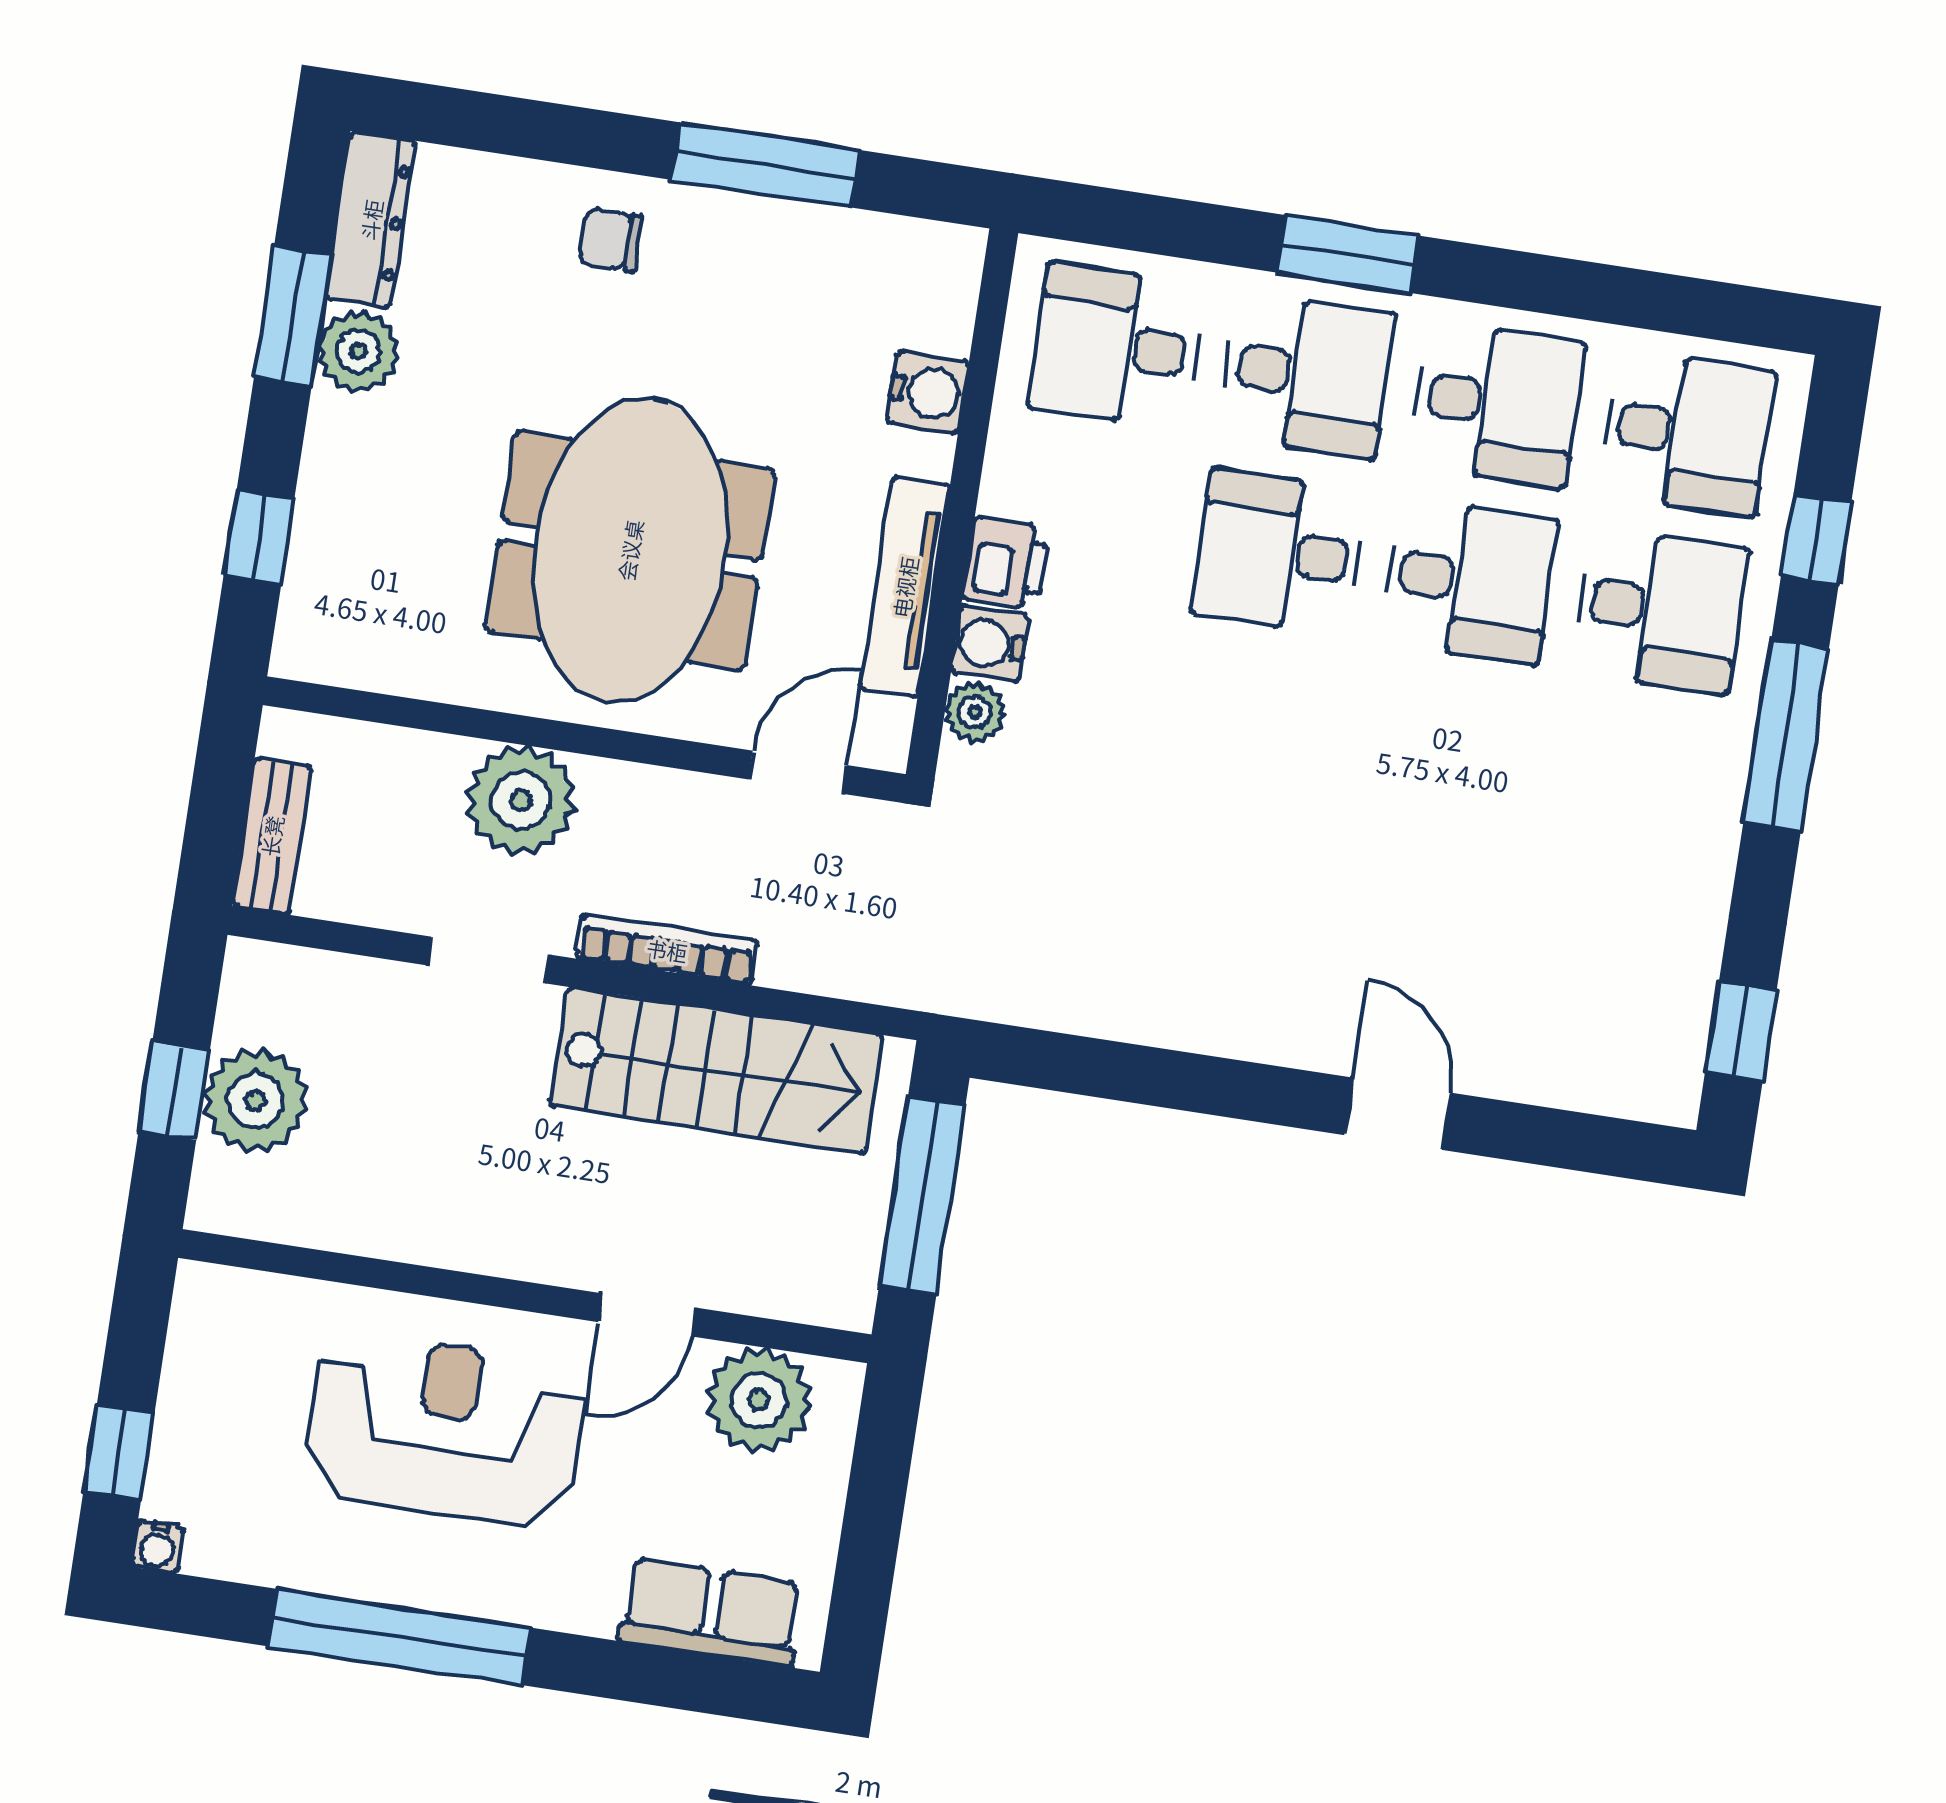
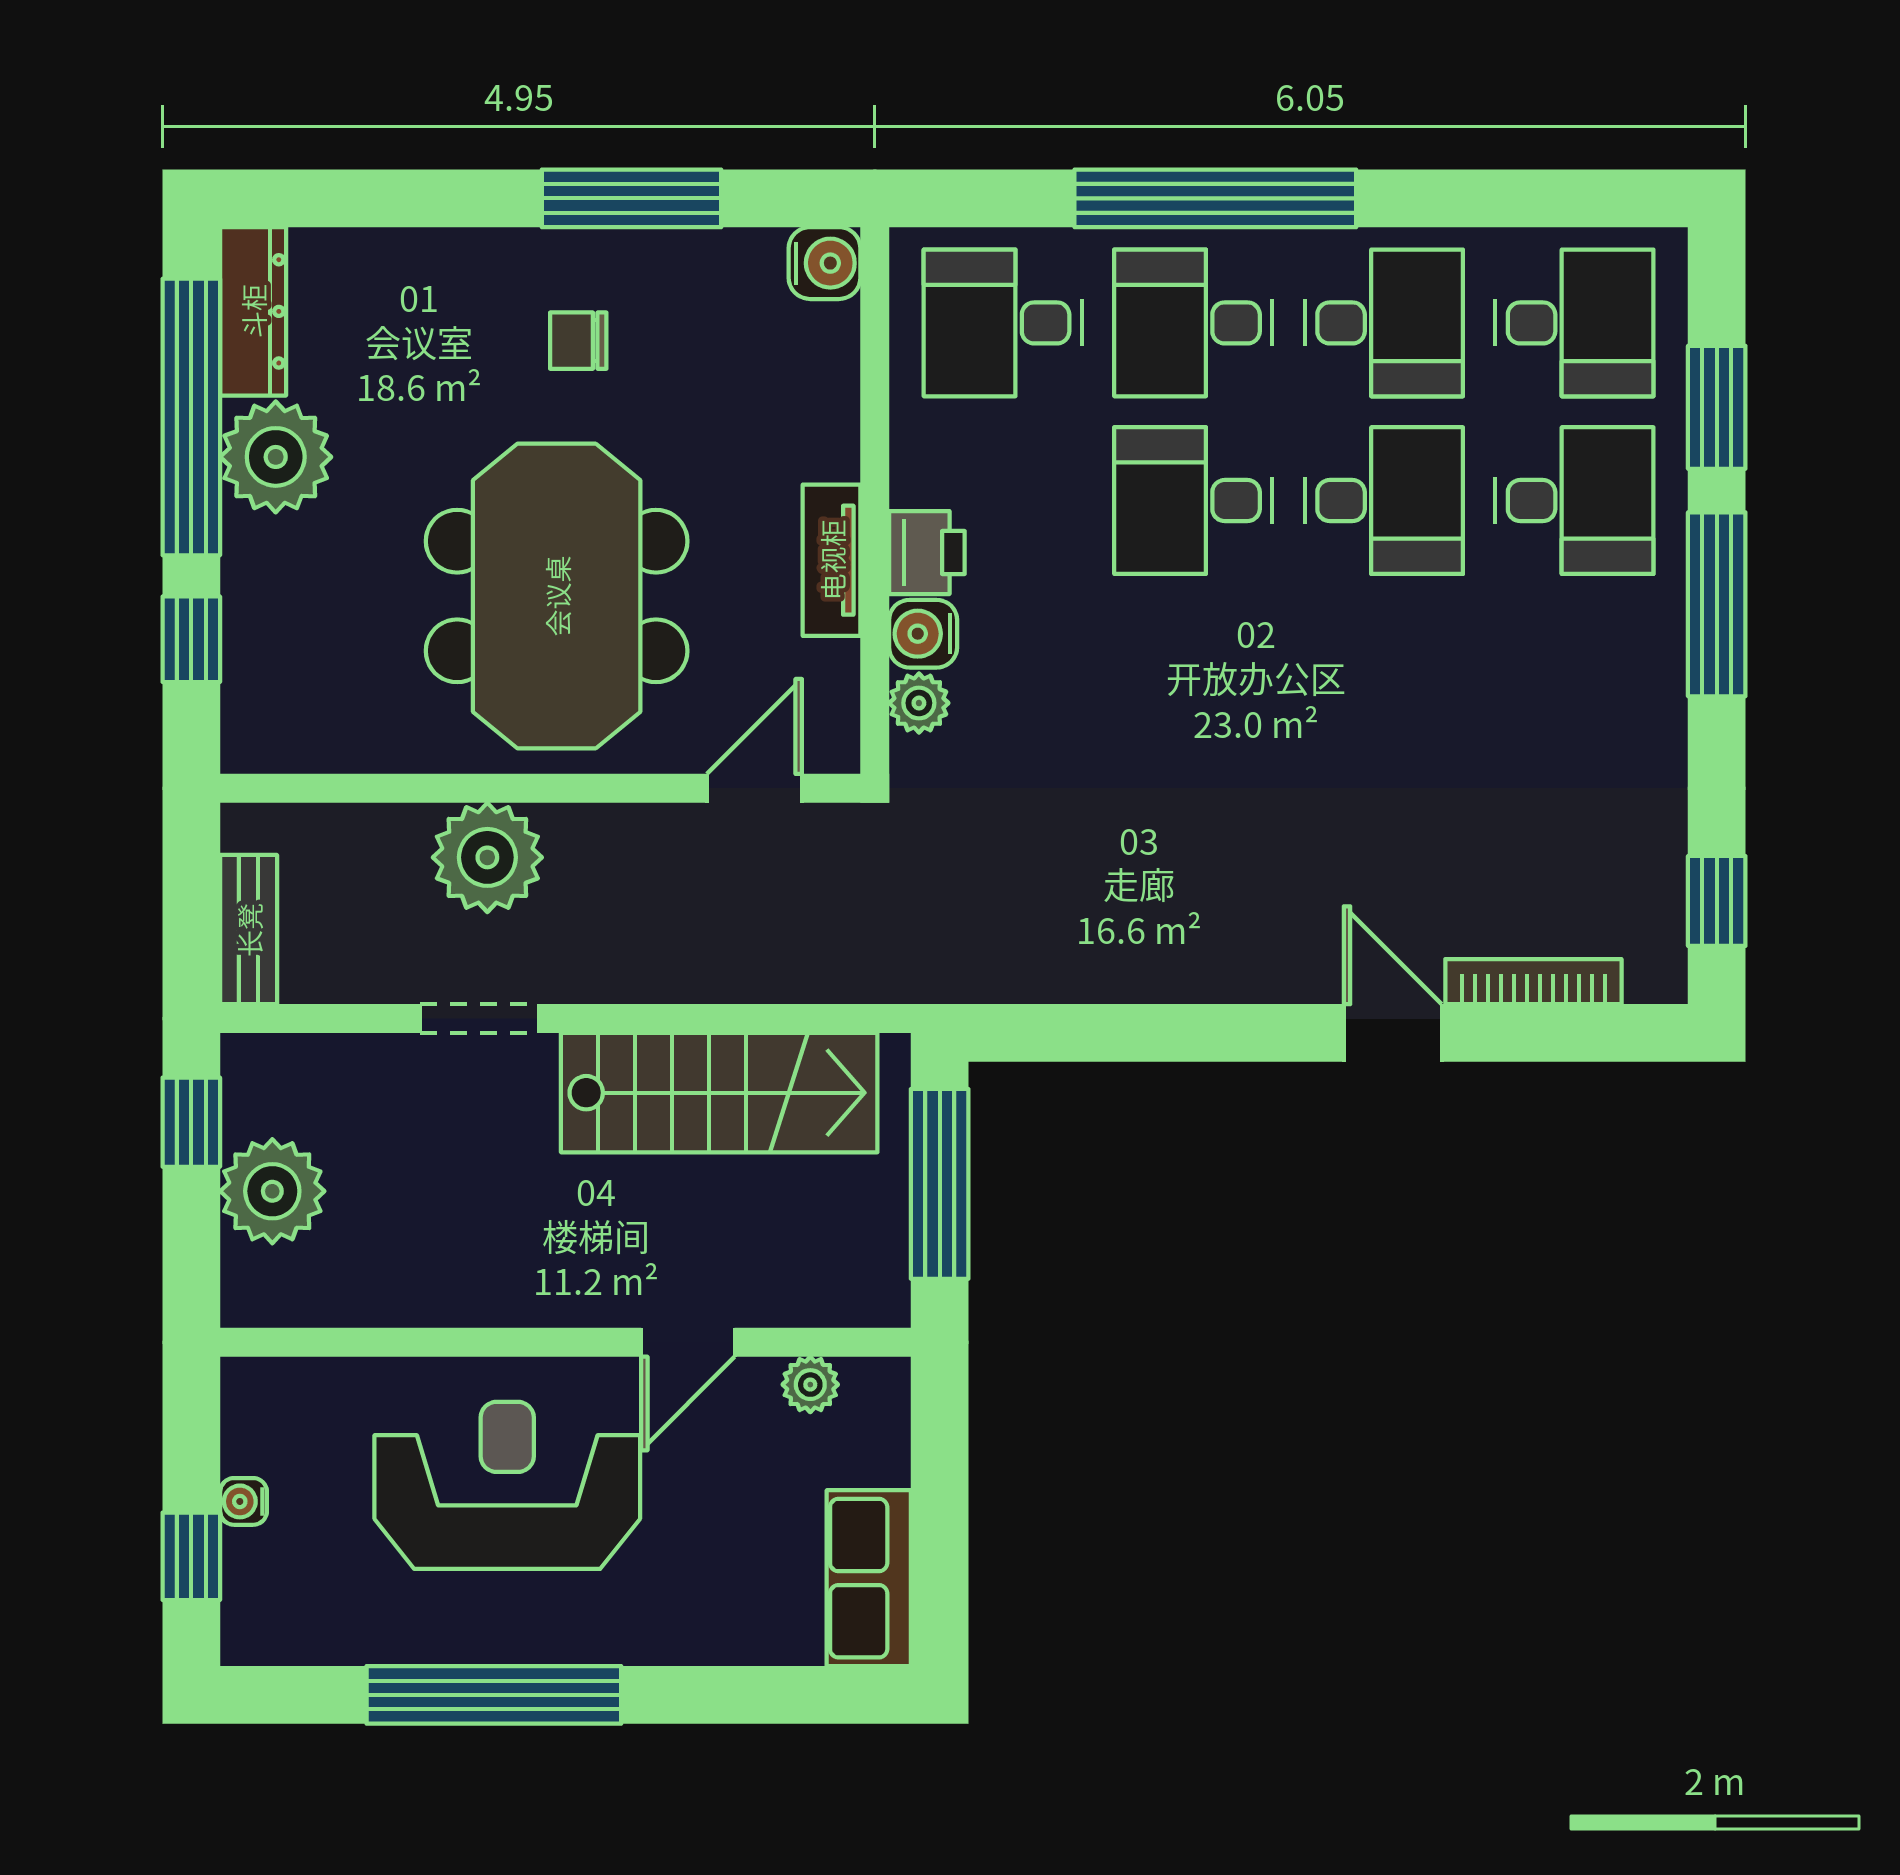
chair: (611, 240) -> (578, 341), moved
window: (1348, 254) -> (1215, 198), width x2.11
window: (293, 316) -> (191, 417), width x2.11
plant: (358, 352) -> (276, 457), width x1.36, depth x1.36
desk: (1307, 375) -> (1193, 323), turned 180
water cooler: (928, 392) -> (825, 263), moved
window: (1816, 539) -> (1717, 407), width x1.50
tv unit: (905, 587) -> (832, 560), width x0.71
bookcase: (667, 950) -> (1533, 982), moved
window: (174, 1091) -> (191, 1122), moved
plant: (759, 1400) -> (810, 1385), width x0.53, depth x0.53
water cooler: (158, 1547) -> (244, 1501), moved, turned 90
row of seats: (711, 1612) -> (869, 1578), moved, turned -90

